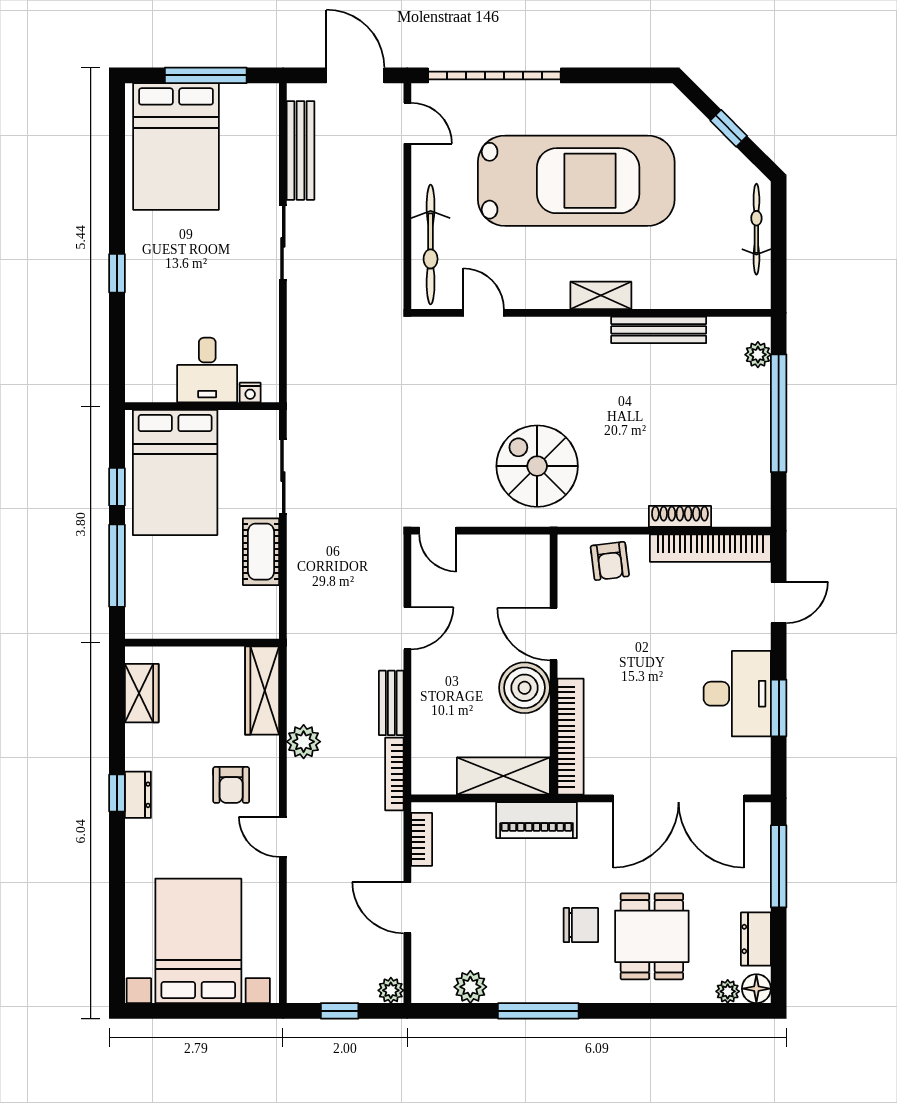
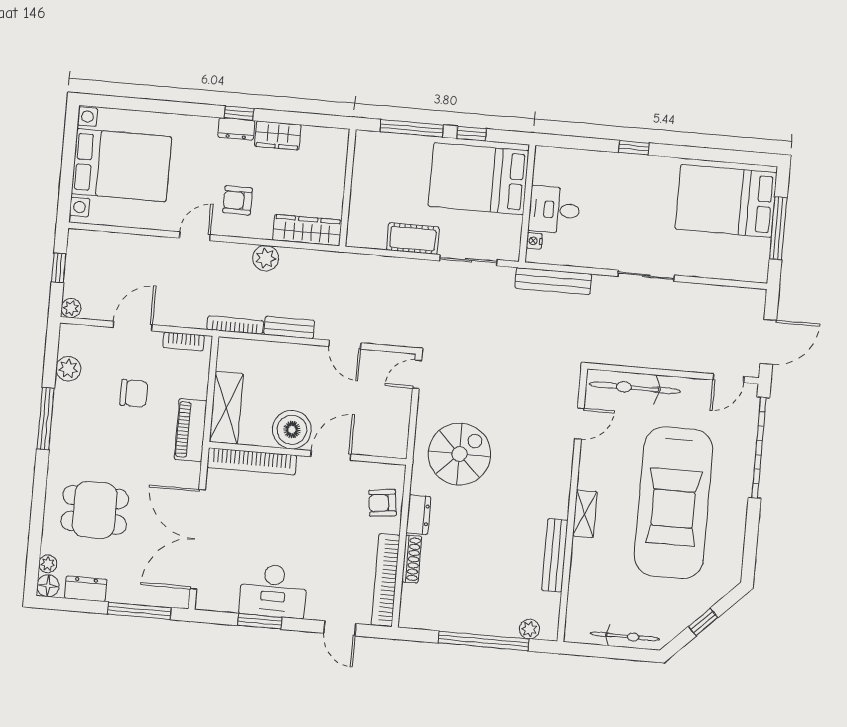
bench: (300, 150) -> (553, 281), moved
dresser: (621, 513) -> (418, 515), added
wardrobe: (142, 693) -> (278, 135), moved
chair: (581, 925) -> (134, 393), moved, turned -90

